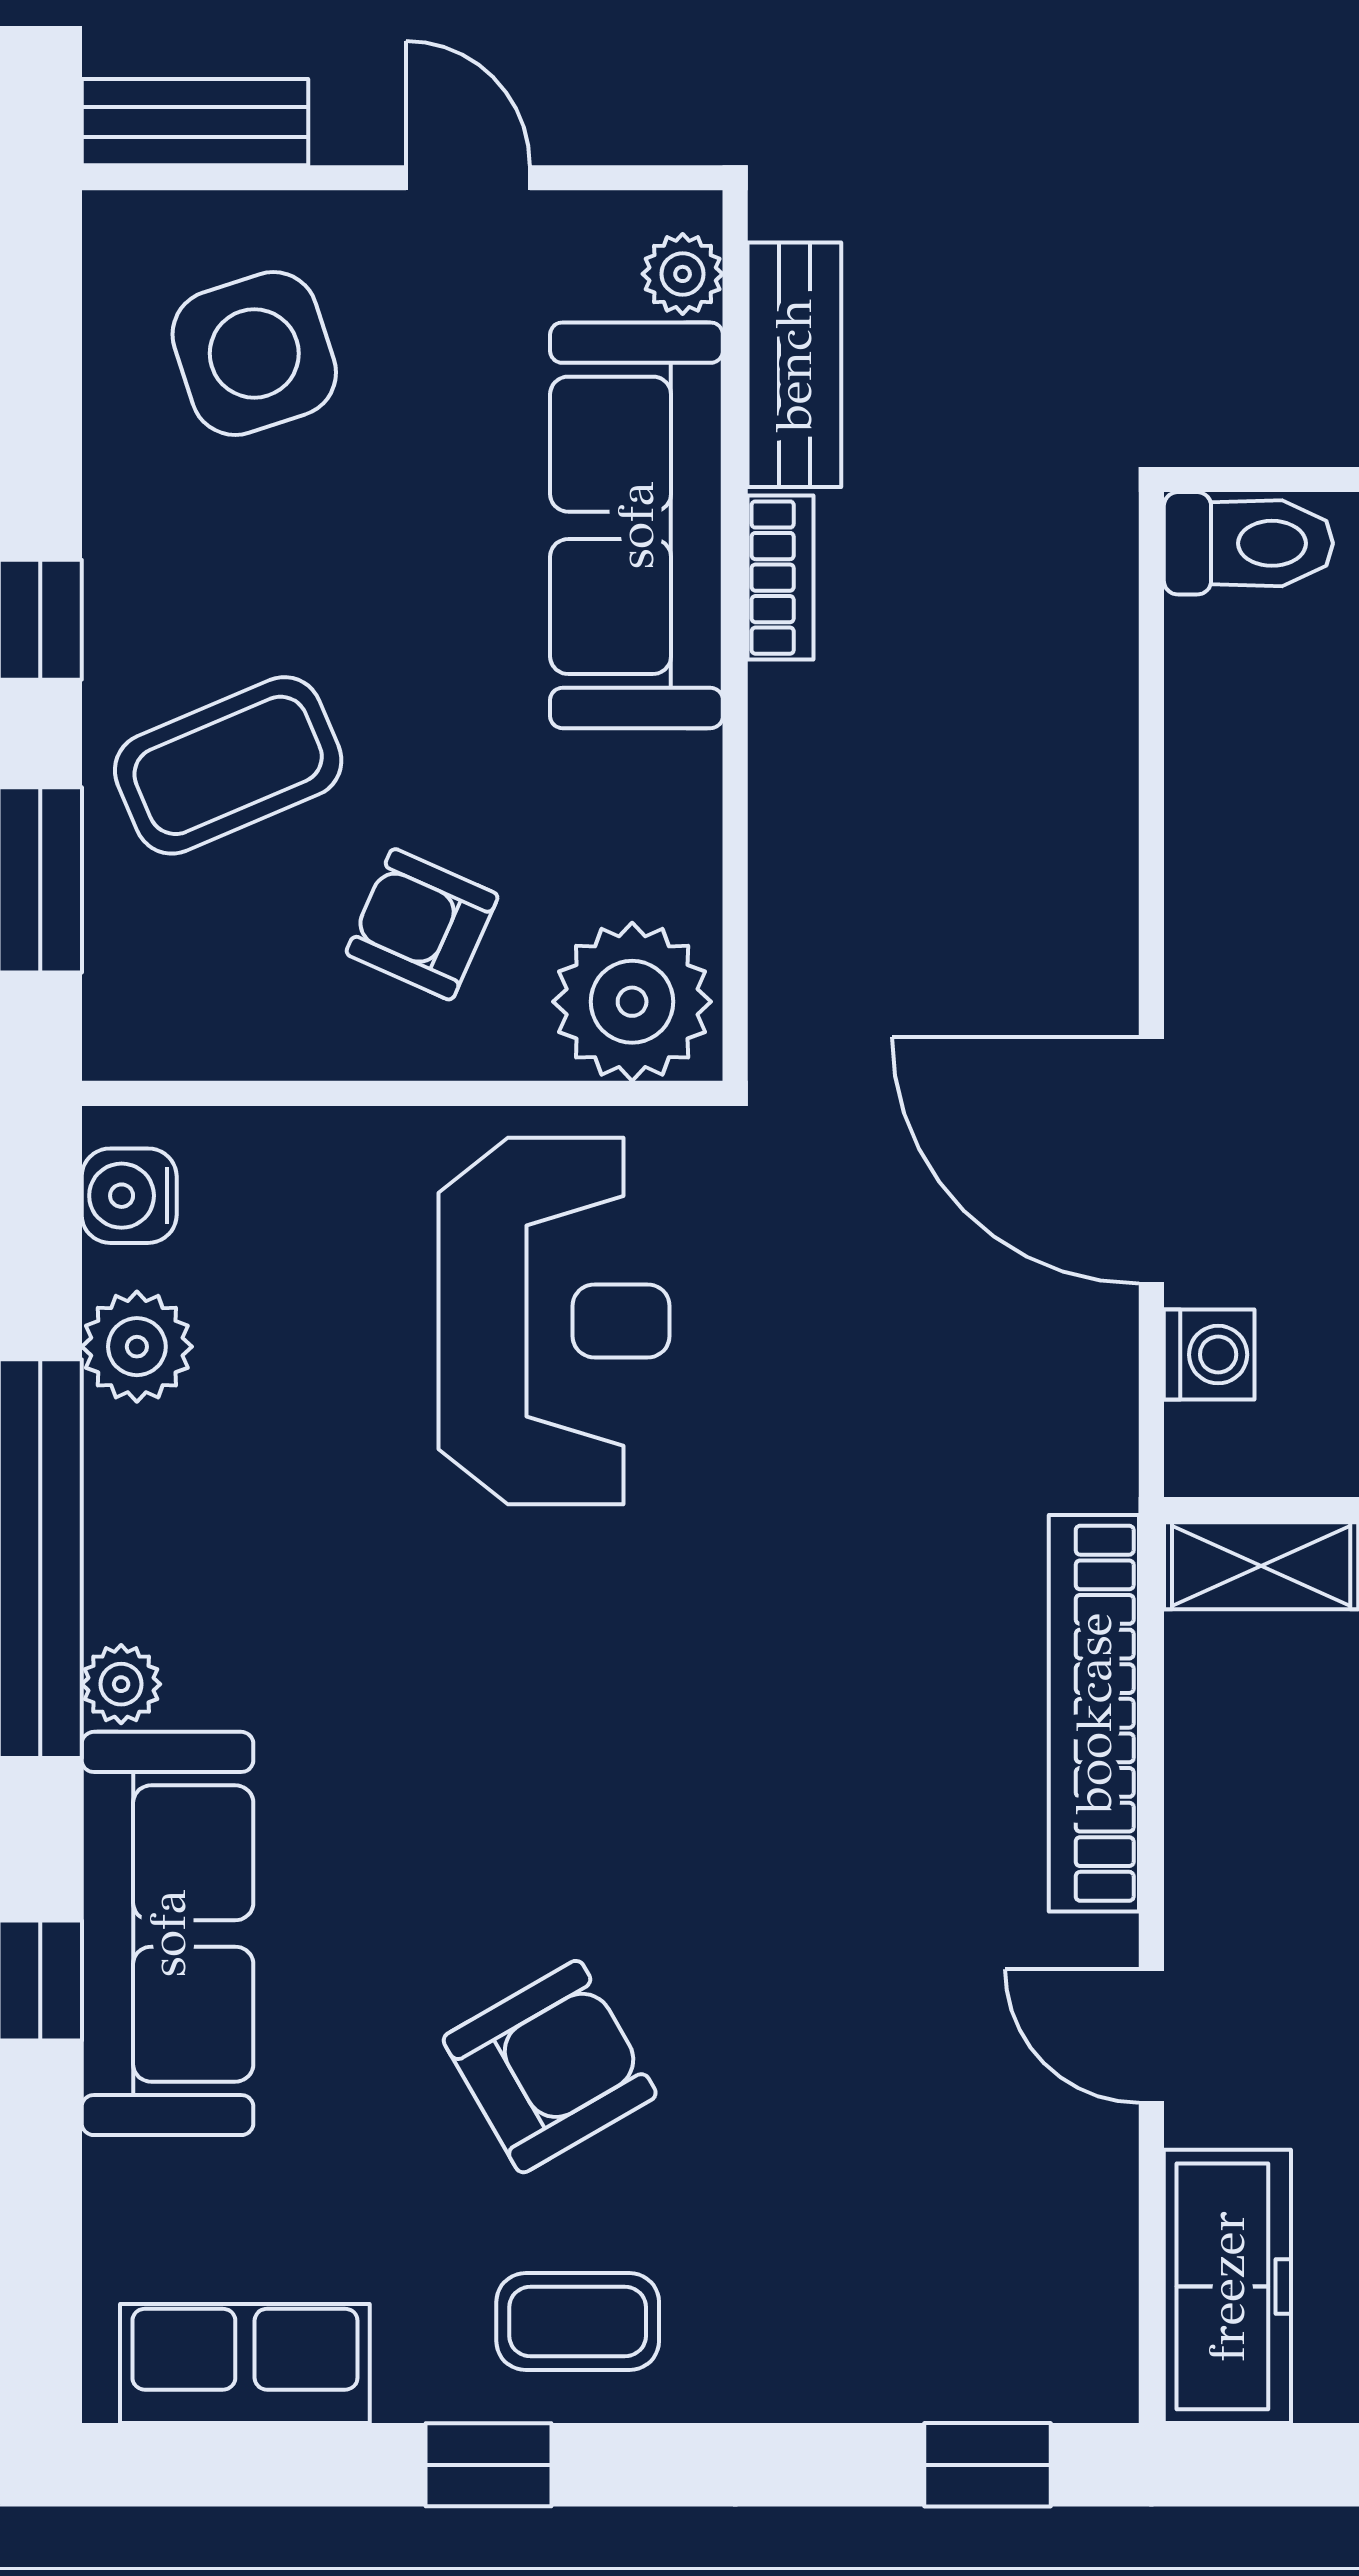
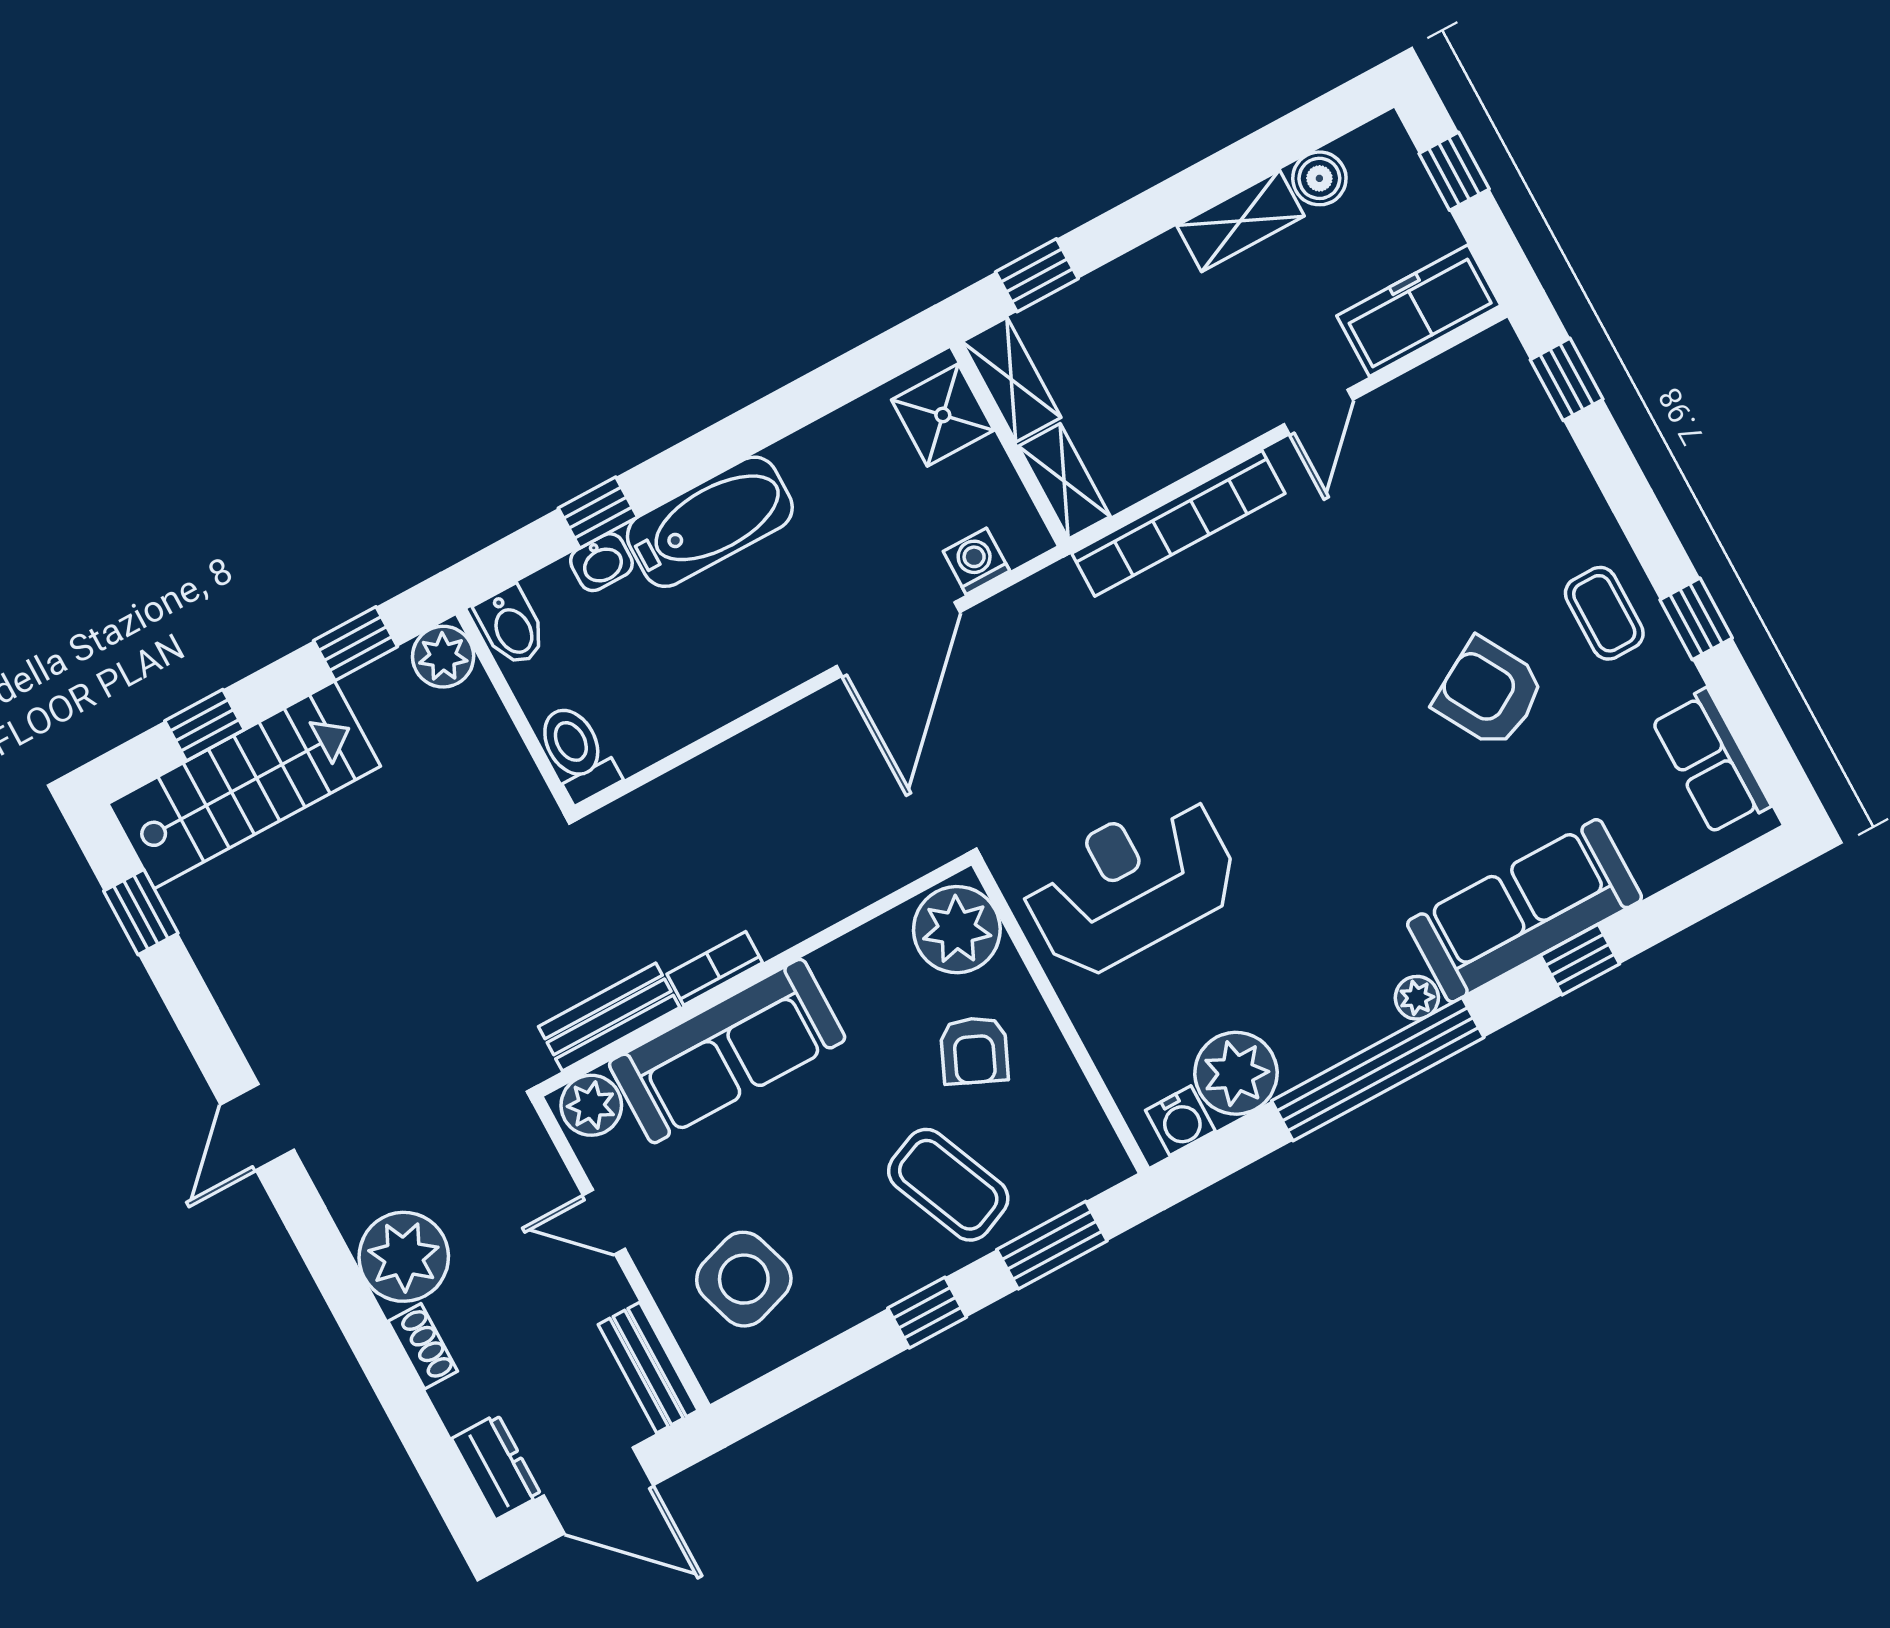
door: (468, 178) -> (604, 1222), hinge flipped
plant: (683, 274) -> (591, 1105), width x1.38, depth x1.38
plant: (137, 1347) -> (1236, 1073), width x1.36, depth x1.36

